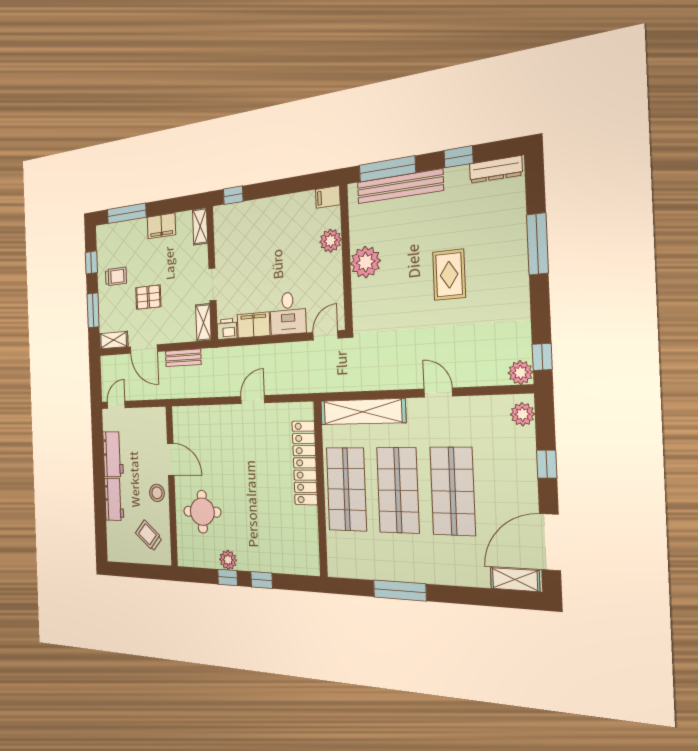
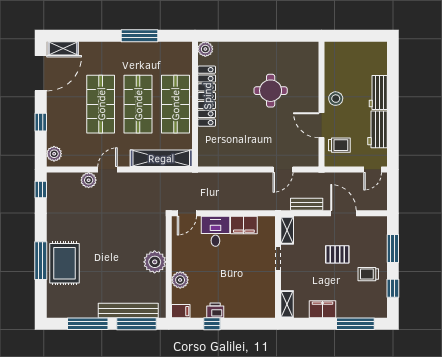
window: (459, 157) -> (88, 324), width x2.17
dresser: (496, 169) -> (64, 312), removed
window: (233, 195) -> (212, 324), moved
rug: (449, 275) -> (64, 263), moved, width x1.36, depth x1.43
printer: (227, 329) -> (215, 310), moved, turned 180
shelving: (114, 340) -> (373, 222), removed
plant: (520, 373) -> (89, 180), moved
door: (438, 392) -> (108, 170), swing flipped
door: (253, 400) -> (283, 170), moved
locker: (305, 463) -> (207, 96), moved
round table: (202, 512) -> (271, 91), moved
trolley: (149, 536) -> (339, 145), moved, turned -40
plant: (228, 560) -> (205, 49), moved
window: (228, 577) -> (274, 36), removed
window: (262, 580) -> (245, 36), removed

